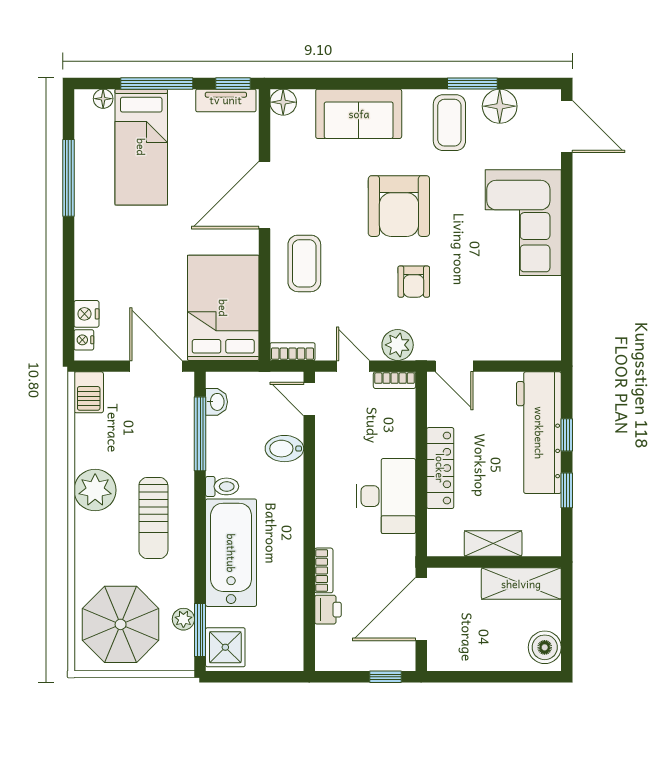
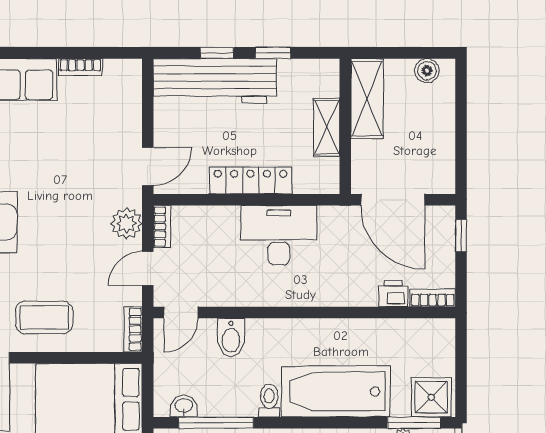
armchair: (414, 282) -> (63, 207), removed
bookcase: (553, 299) -> (80, 67), added
bookcase: (324, 570) -> (433, 298), moved
boiler: (545, 647) -> (427, 71), width x0.73, depth x0.73

